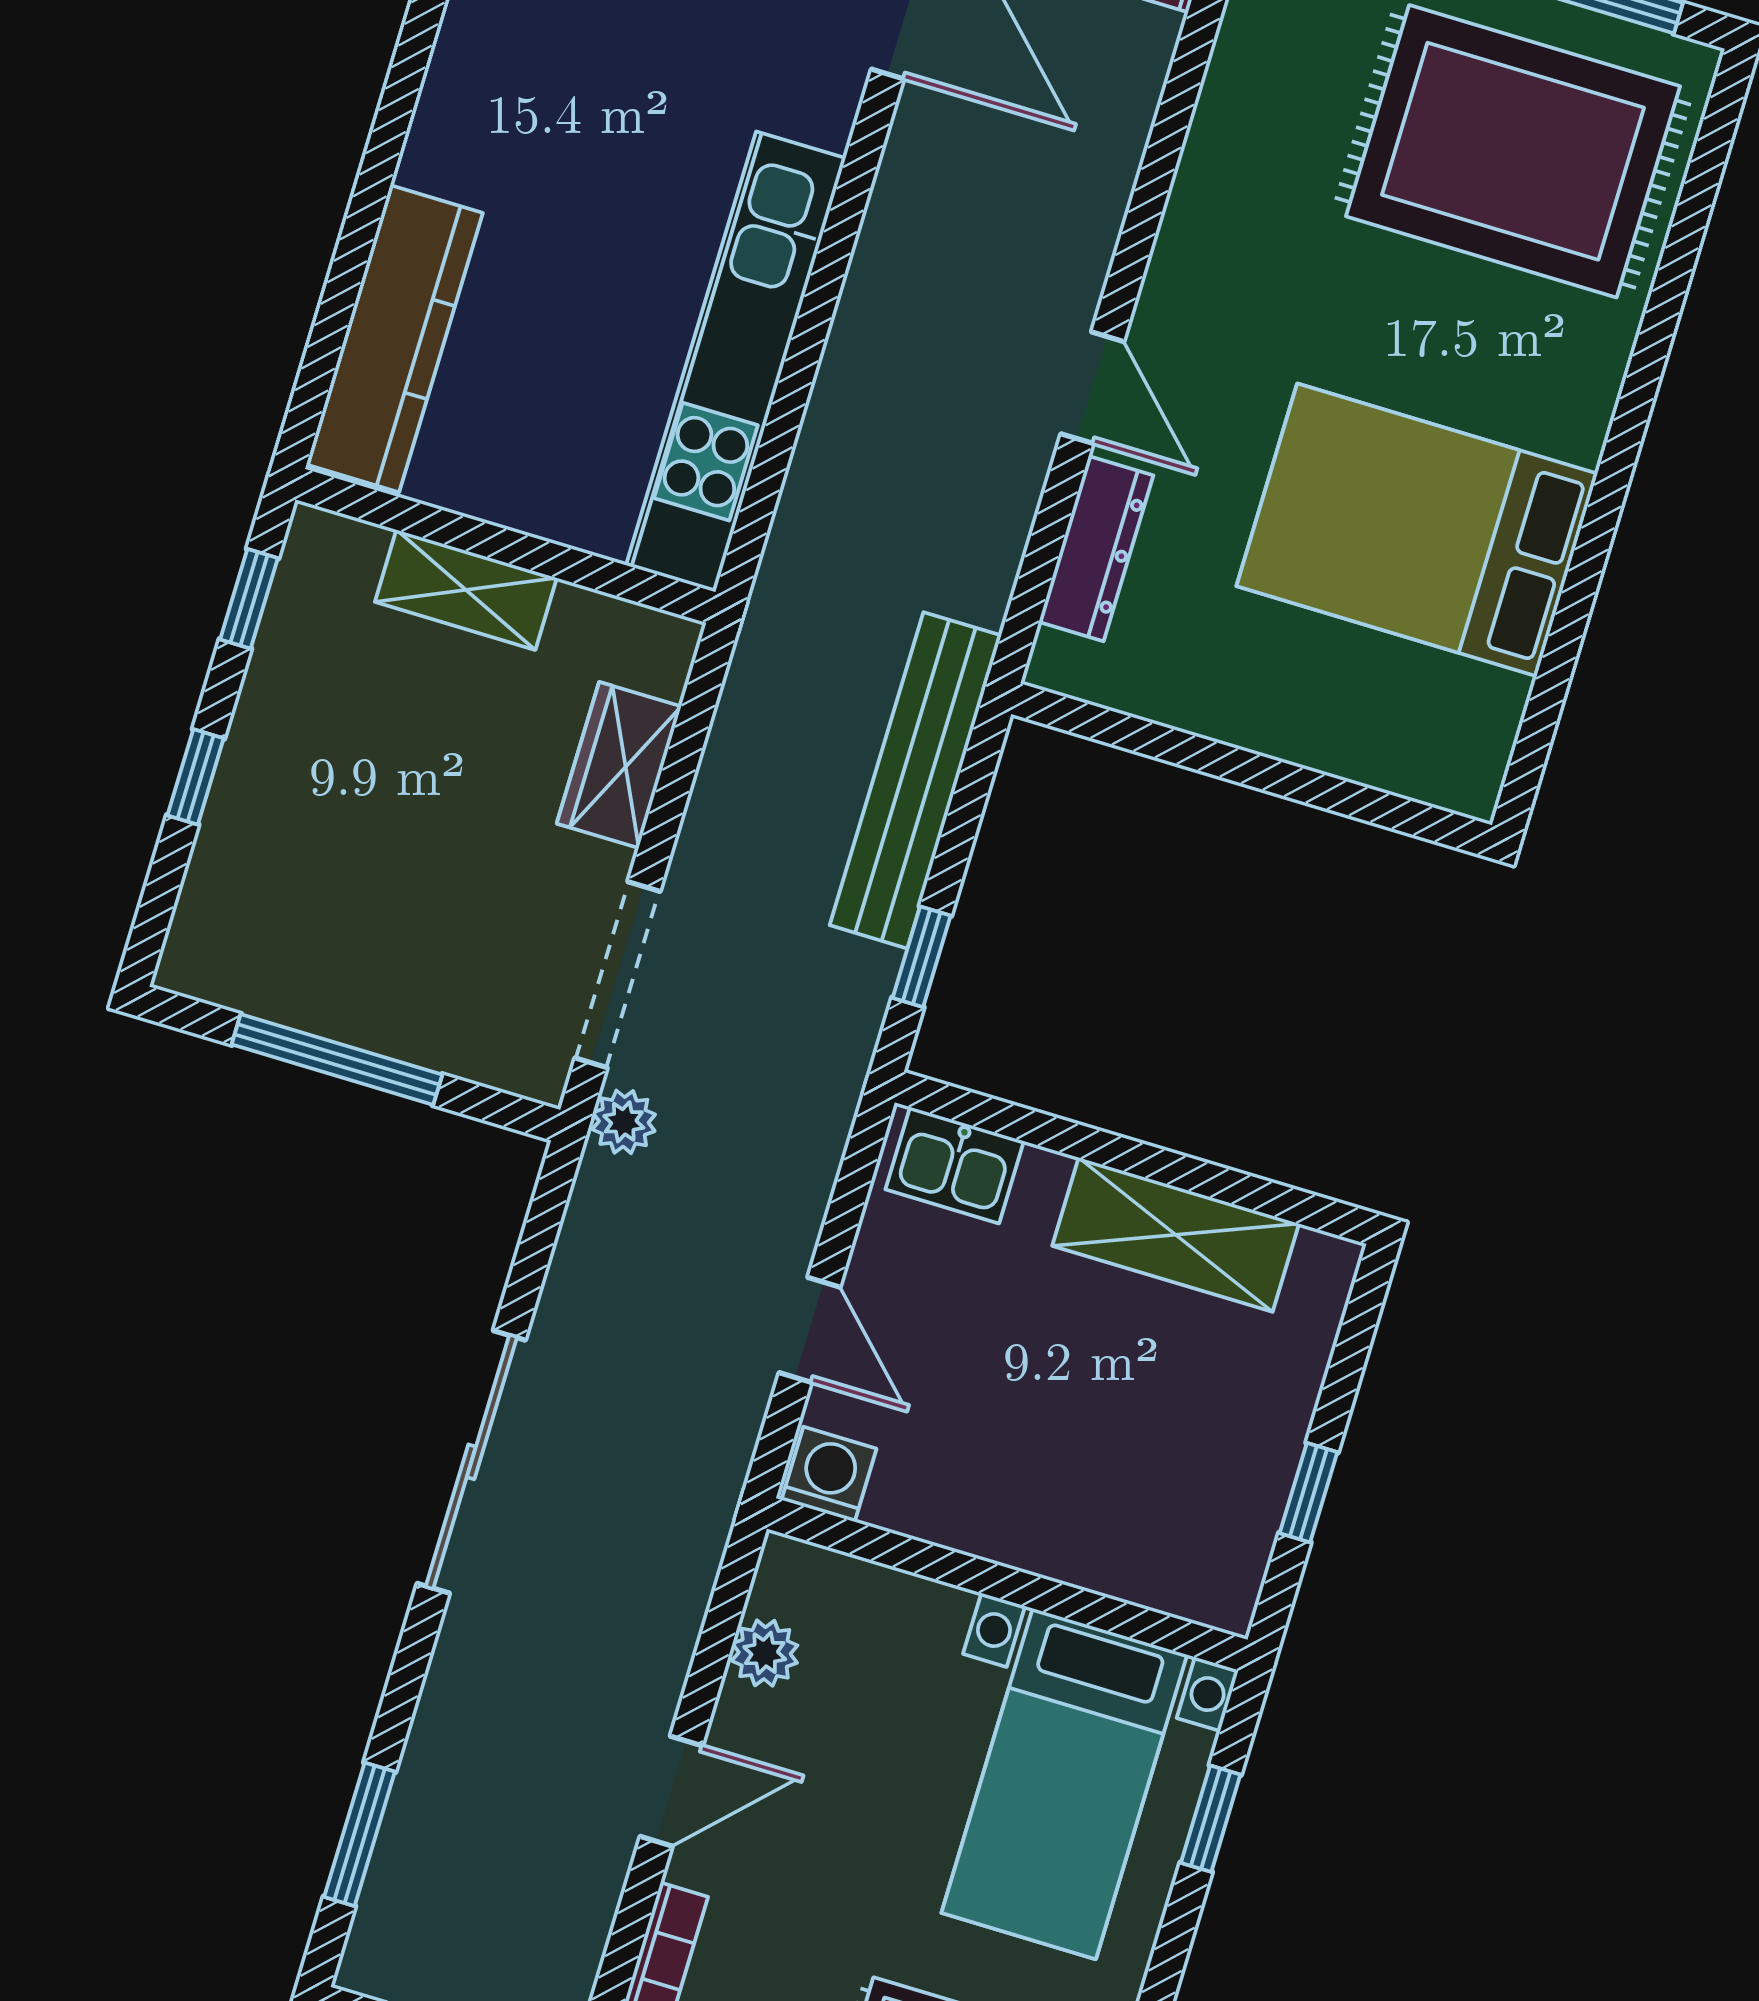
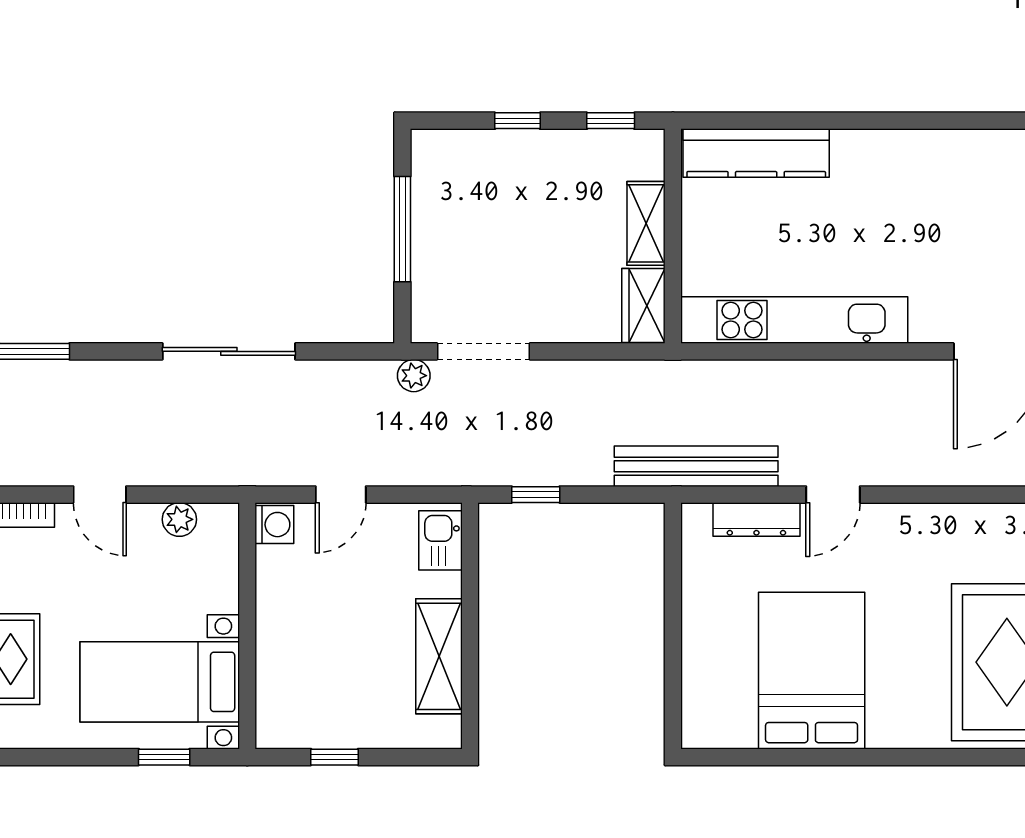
wardrobe: (619, 765) -> (643, 305), moved, turned -90
bench: (915, 780) -> (696, 466), moved

